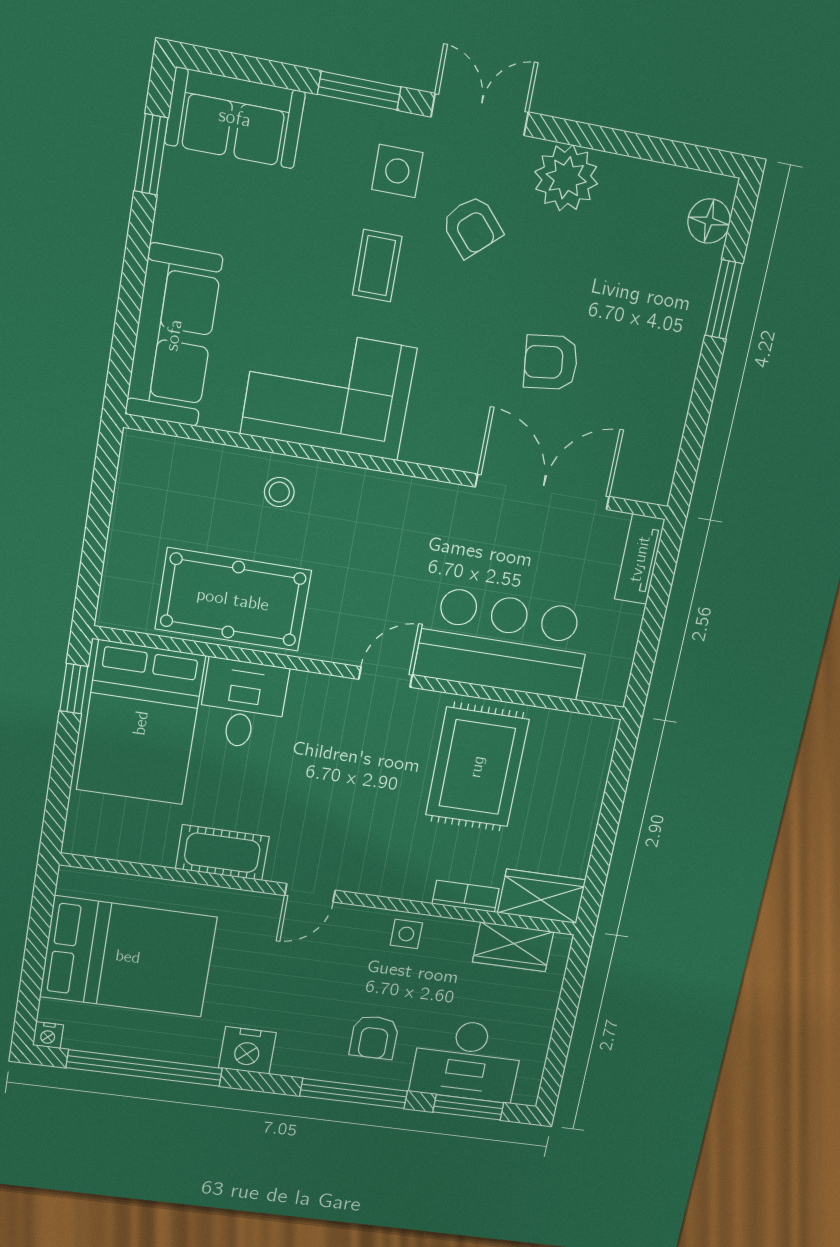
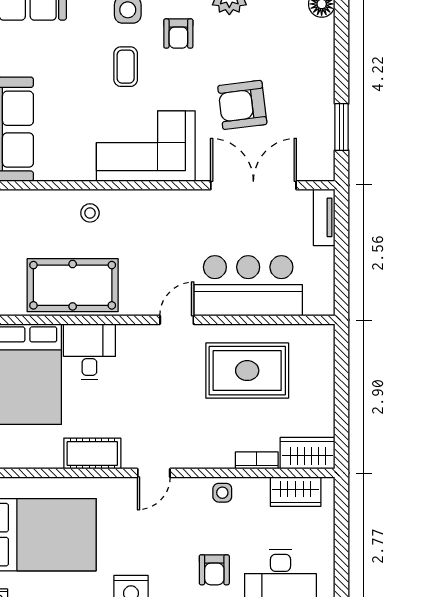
armchair: (472, 227) -> (178, 34), turned 42
window: (724, 299) -> (342, 127), moved
armchair: (551, 362) -> (242, 105), width x1.38, depth x1.38
corner sofa: (329, 391) -> (146, 146), moved
rug: (477, 767) -> (247, 371), turned 90

